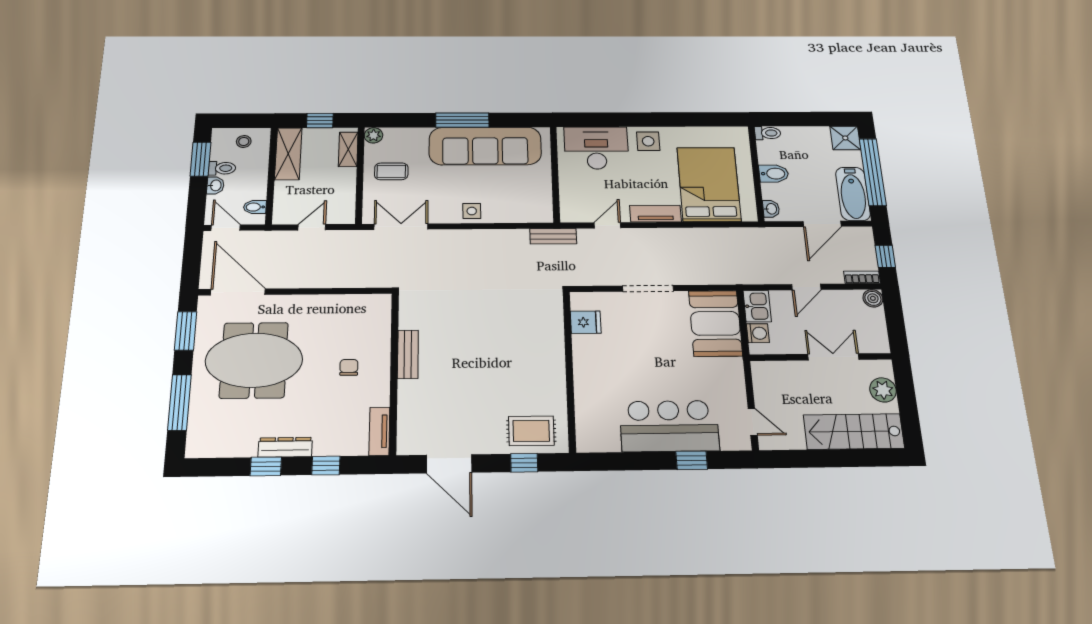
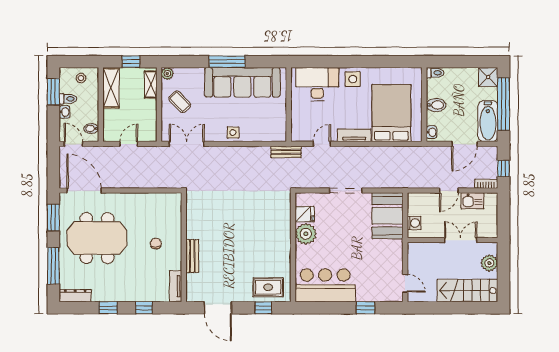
coffee table: (391, 171) -> (180, 102), turned 46
boiler: (873, 298) -> (491, 199), removed
kitchen sink: (757, 306) -> (473, 201), moved, turned 90
plant: (589, 350) -> (306, 234), added
bench: (408, 354) -> (192, 256), moved
bar counter: (669, 426) -> (325, 285), moved
dresser: (285, 447) -> (75, 296), moved

